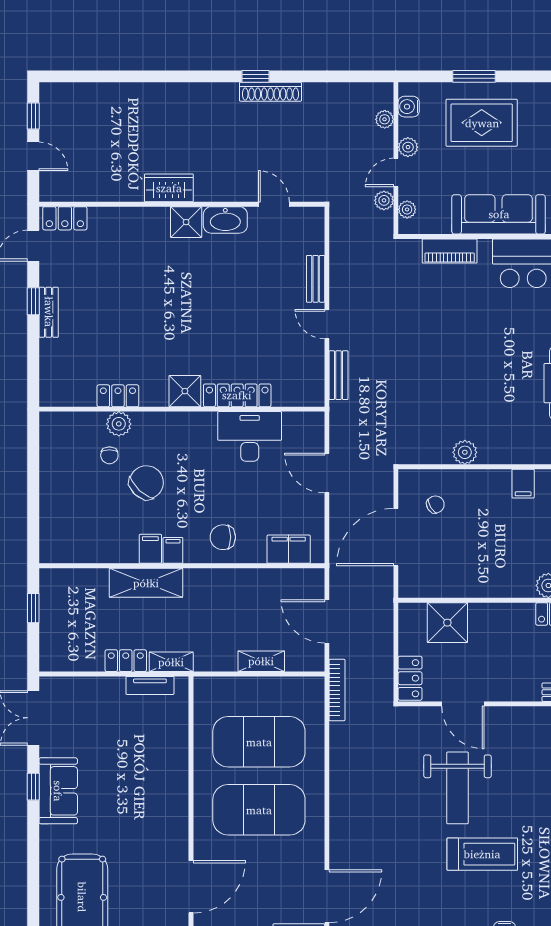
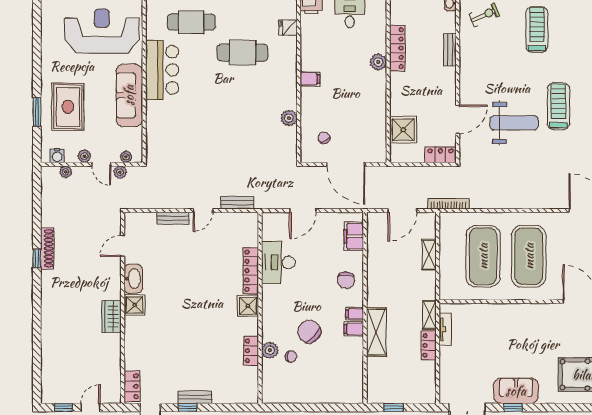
piano: (450, 251) -> (154, 128), removed

